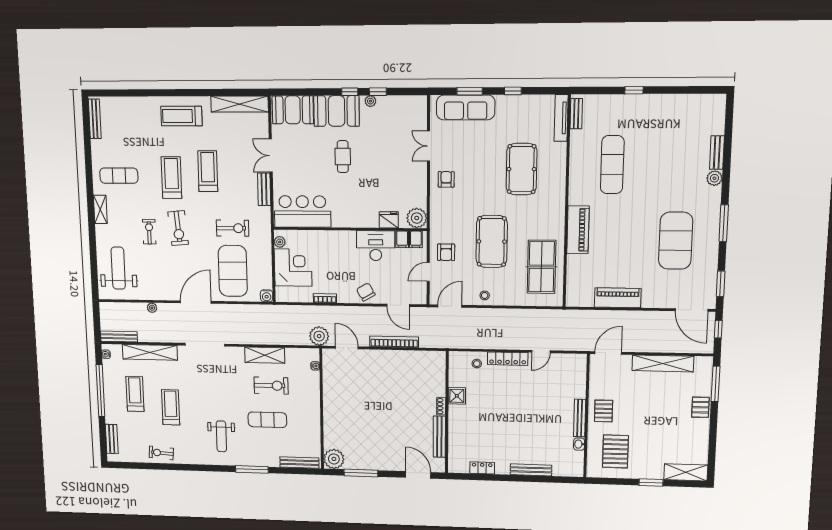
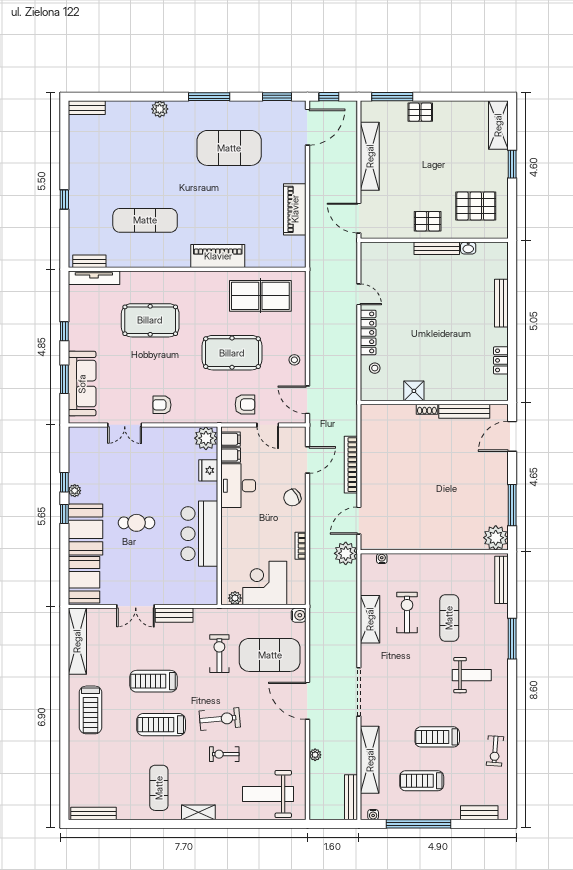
bench: (717, 153) -> (87, 108), moved
bar counter: (302, 211) -> (199, 534), moved

